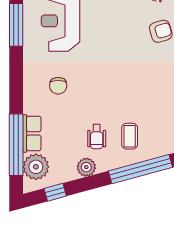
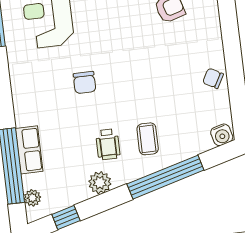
chair: (58, 86) -> (85, 83), moved
plant: (36, 167) -> (32, 198), width x0.53, depth x0.53

